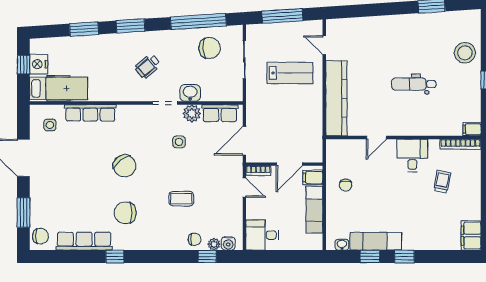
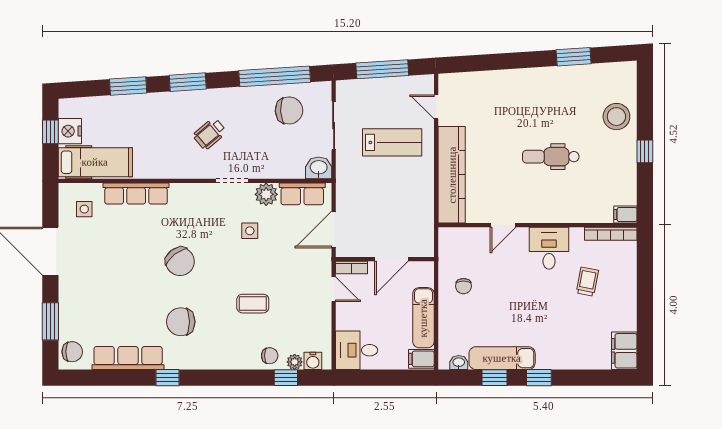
washbasin: (190, 93) -> (319, 168), moved
filing cabinet: (313, 177) -> (421, 359), moved

